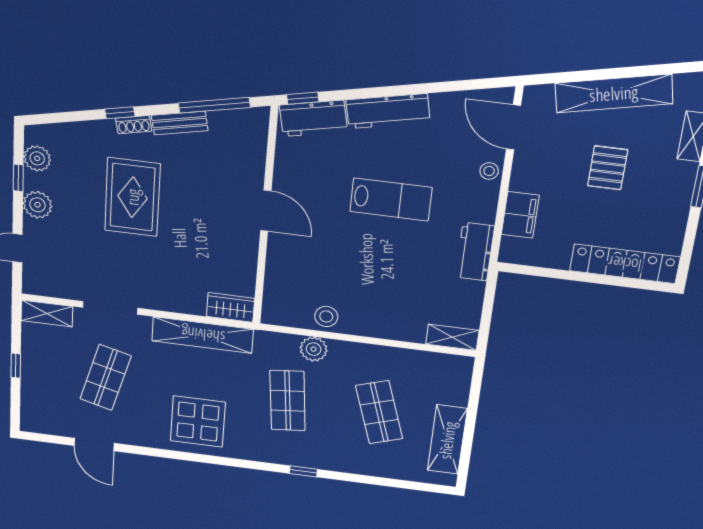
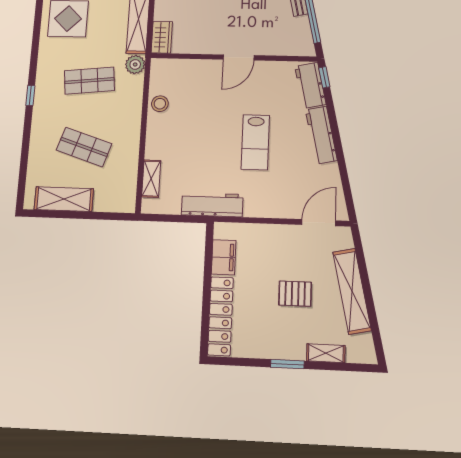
stool: (489, 171) -> (284, 209), removed
filing cabinet: (520, 215) -> (224, 257), moved, turned -90
workbench: (475, 252) -> (212, 205), width x1.38
shelving: (452, 337) -> (151, 179), moved
plant: (314, 349) -> (135, 64), moved
shop shelf: (379, 412) -> (84, 147), turned 36

